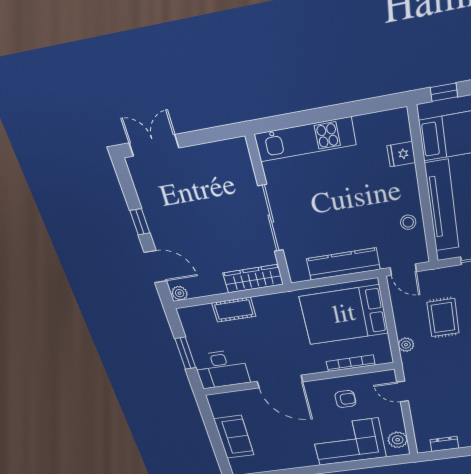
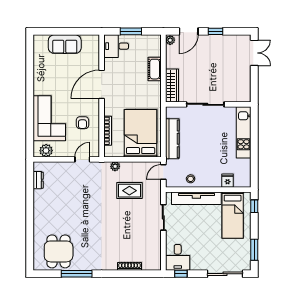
desk: (222, 369) -> (116, 46), width x0.73

